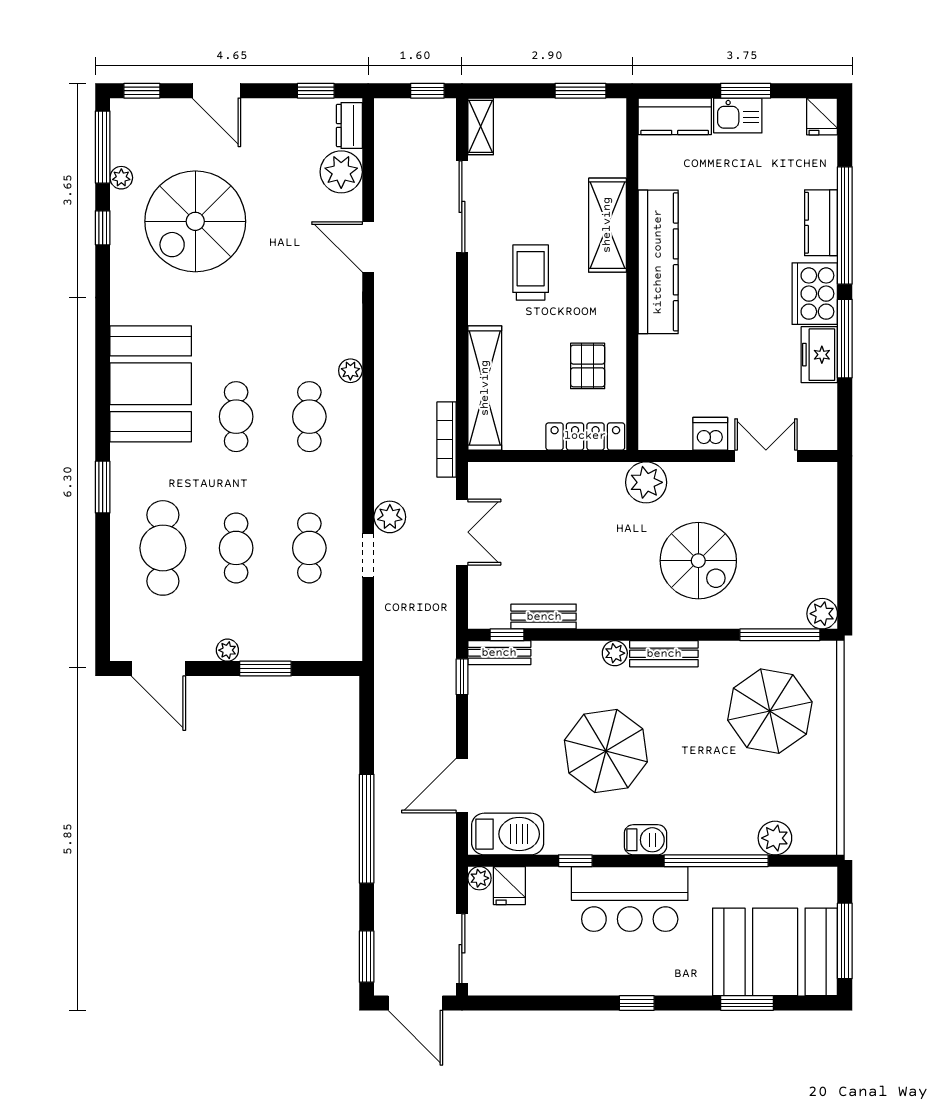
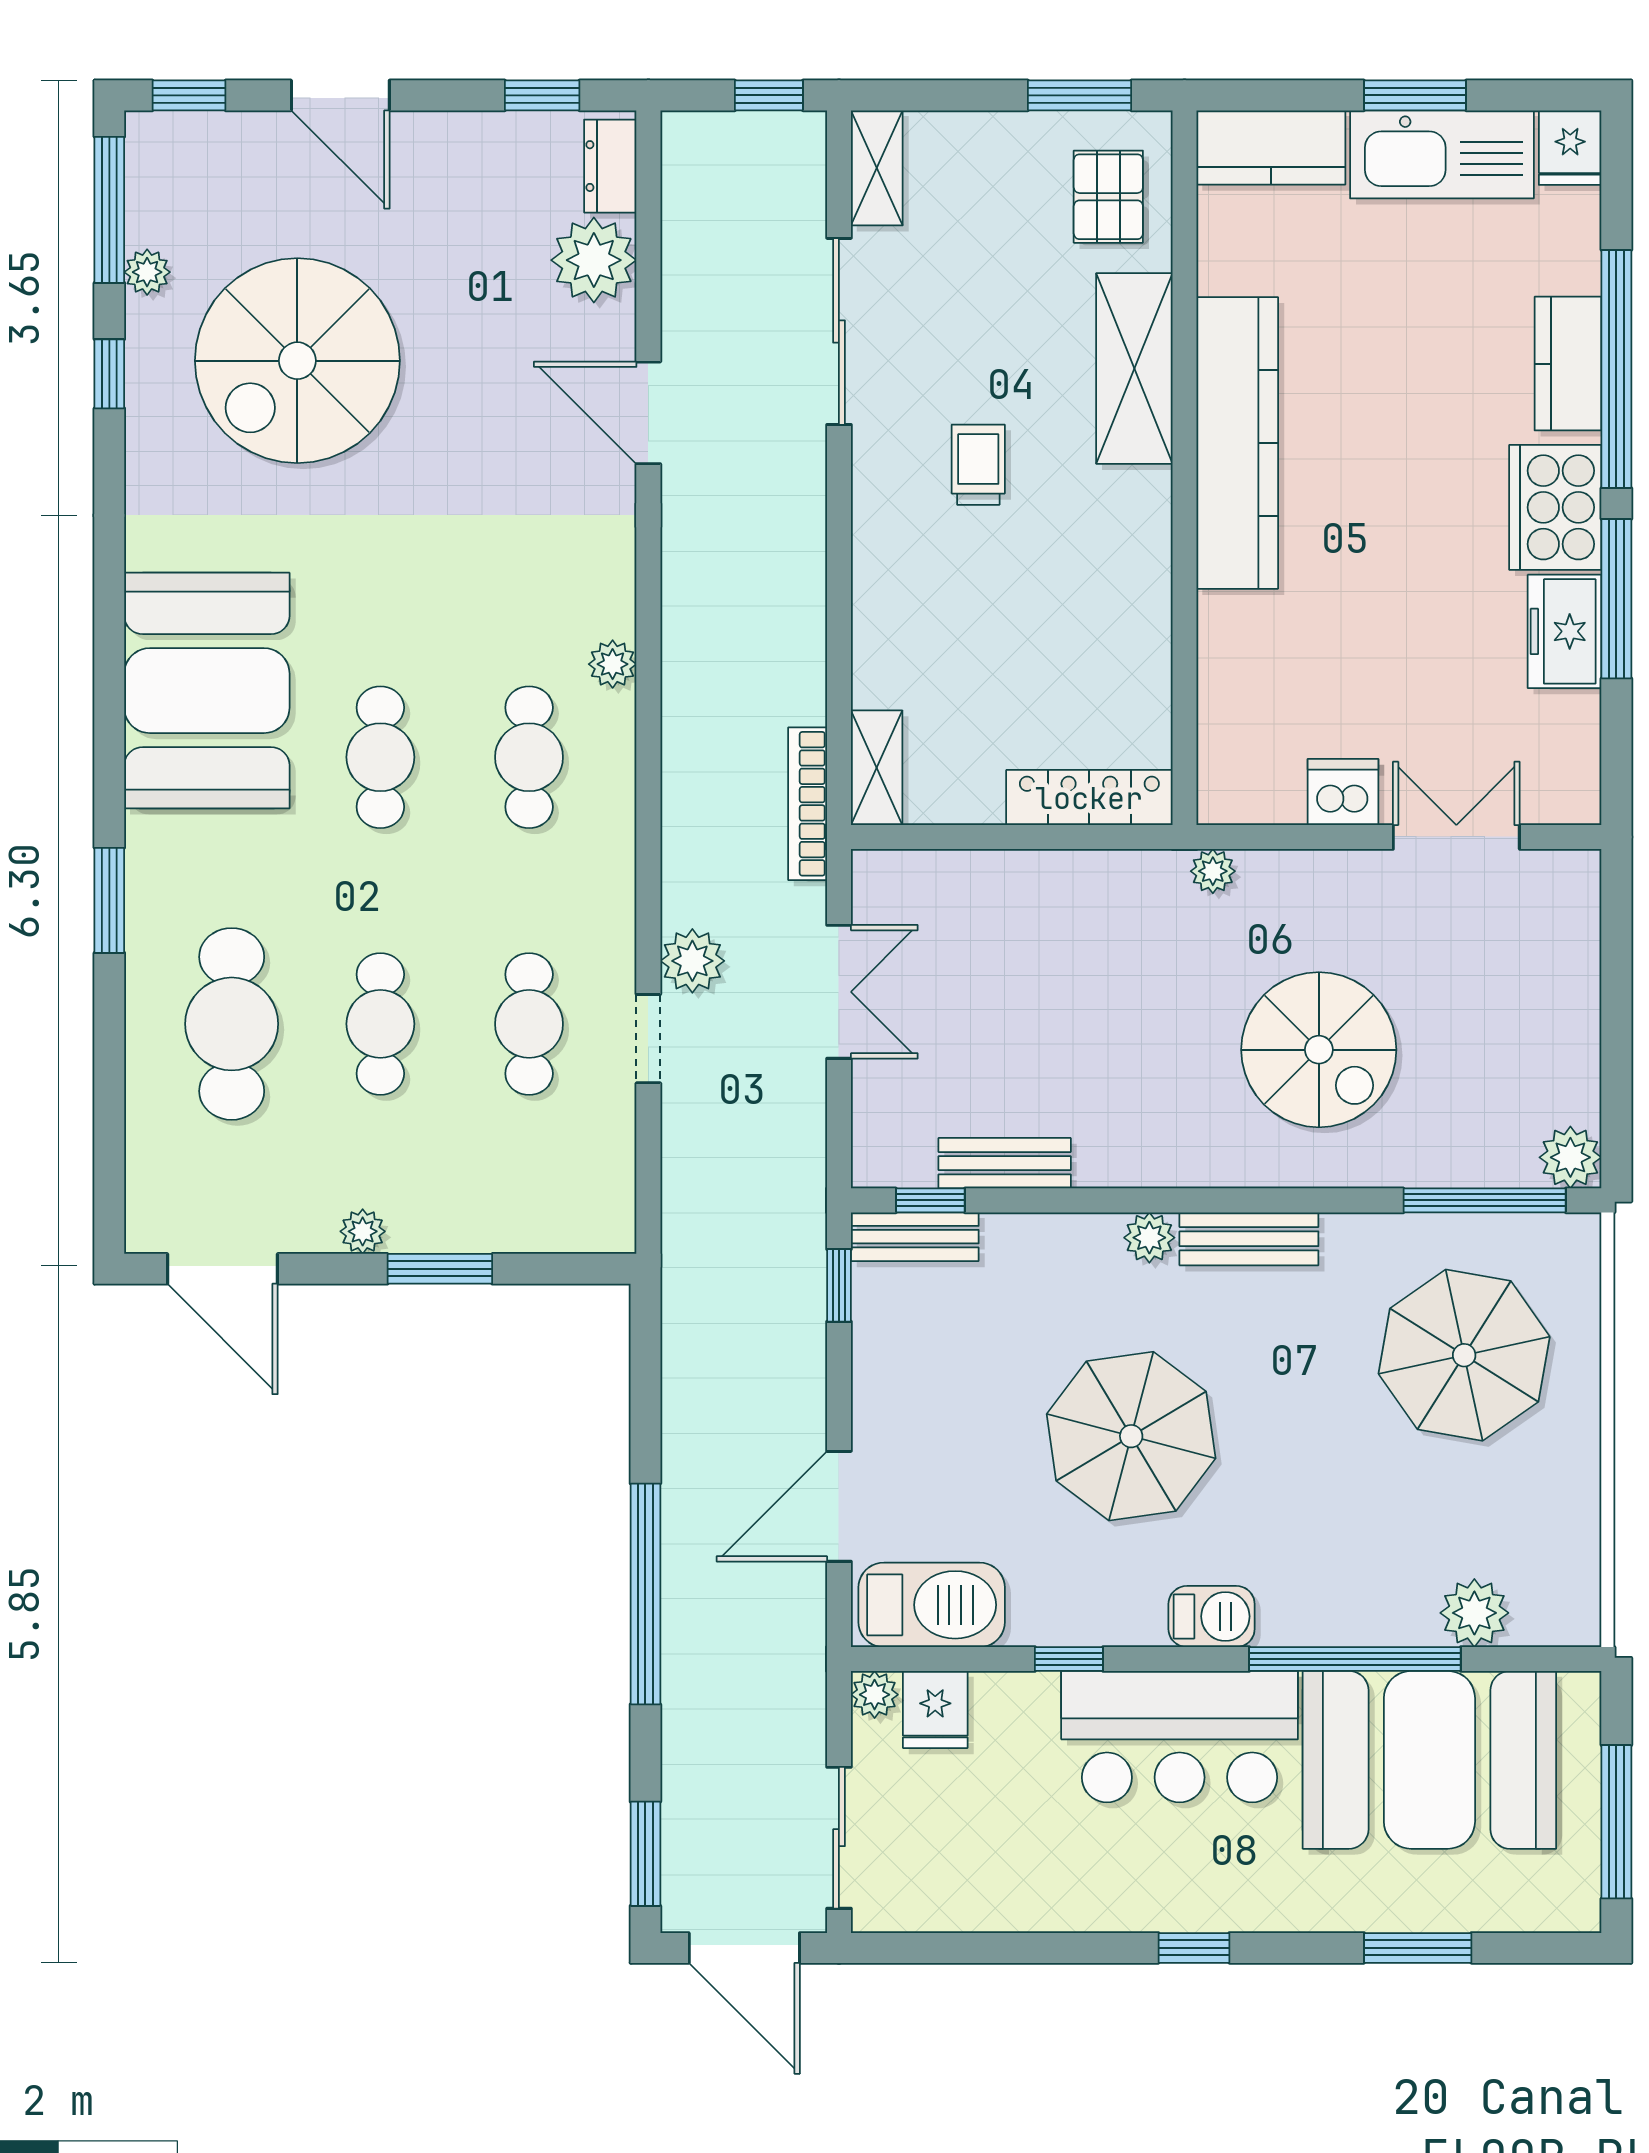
kitchen sink: (738, 115) -> (1442, 154), width x1.88, depth x1.24
trolley: (531, 273) -> (978, 465), width x0.73, depth x0.72
pallet: (588, 366) -> (1108, 197), moved
shelving: (485, 388) -> (877, 768), width x0.45, depth x0.75
plant: (646, 482) -> (1213, 871), width x0.53, depth x0.53
booth: (775, 952) -> (1429, 1760), moved

